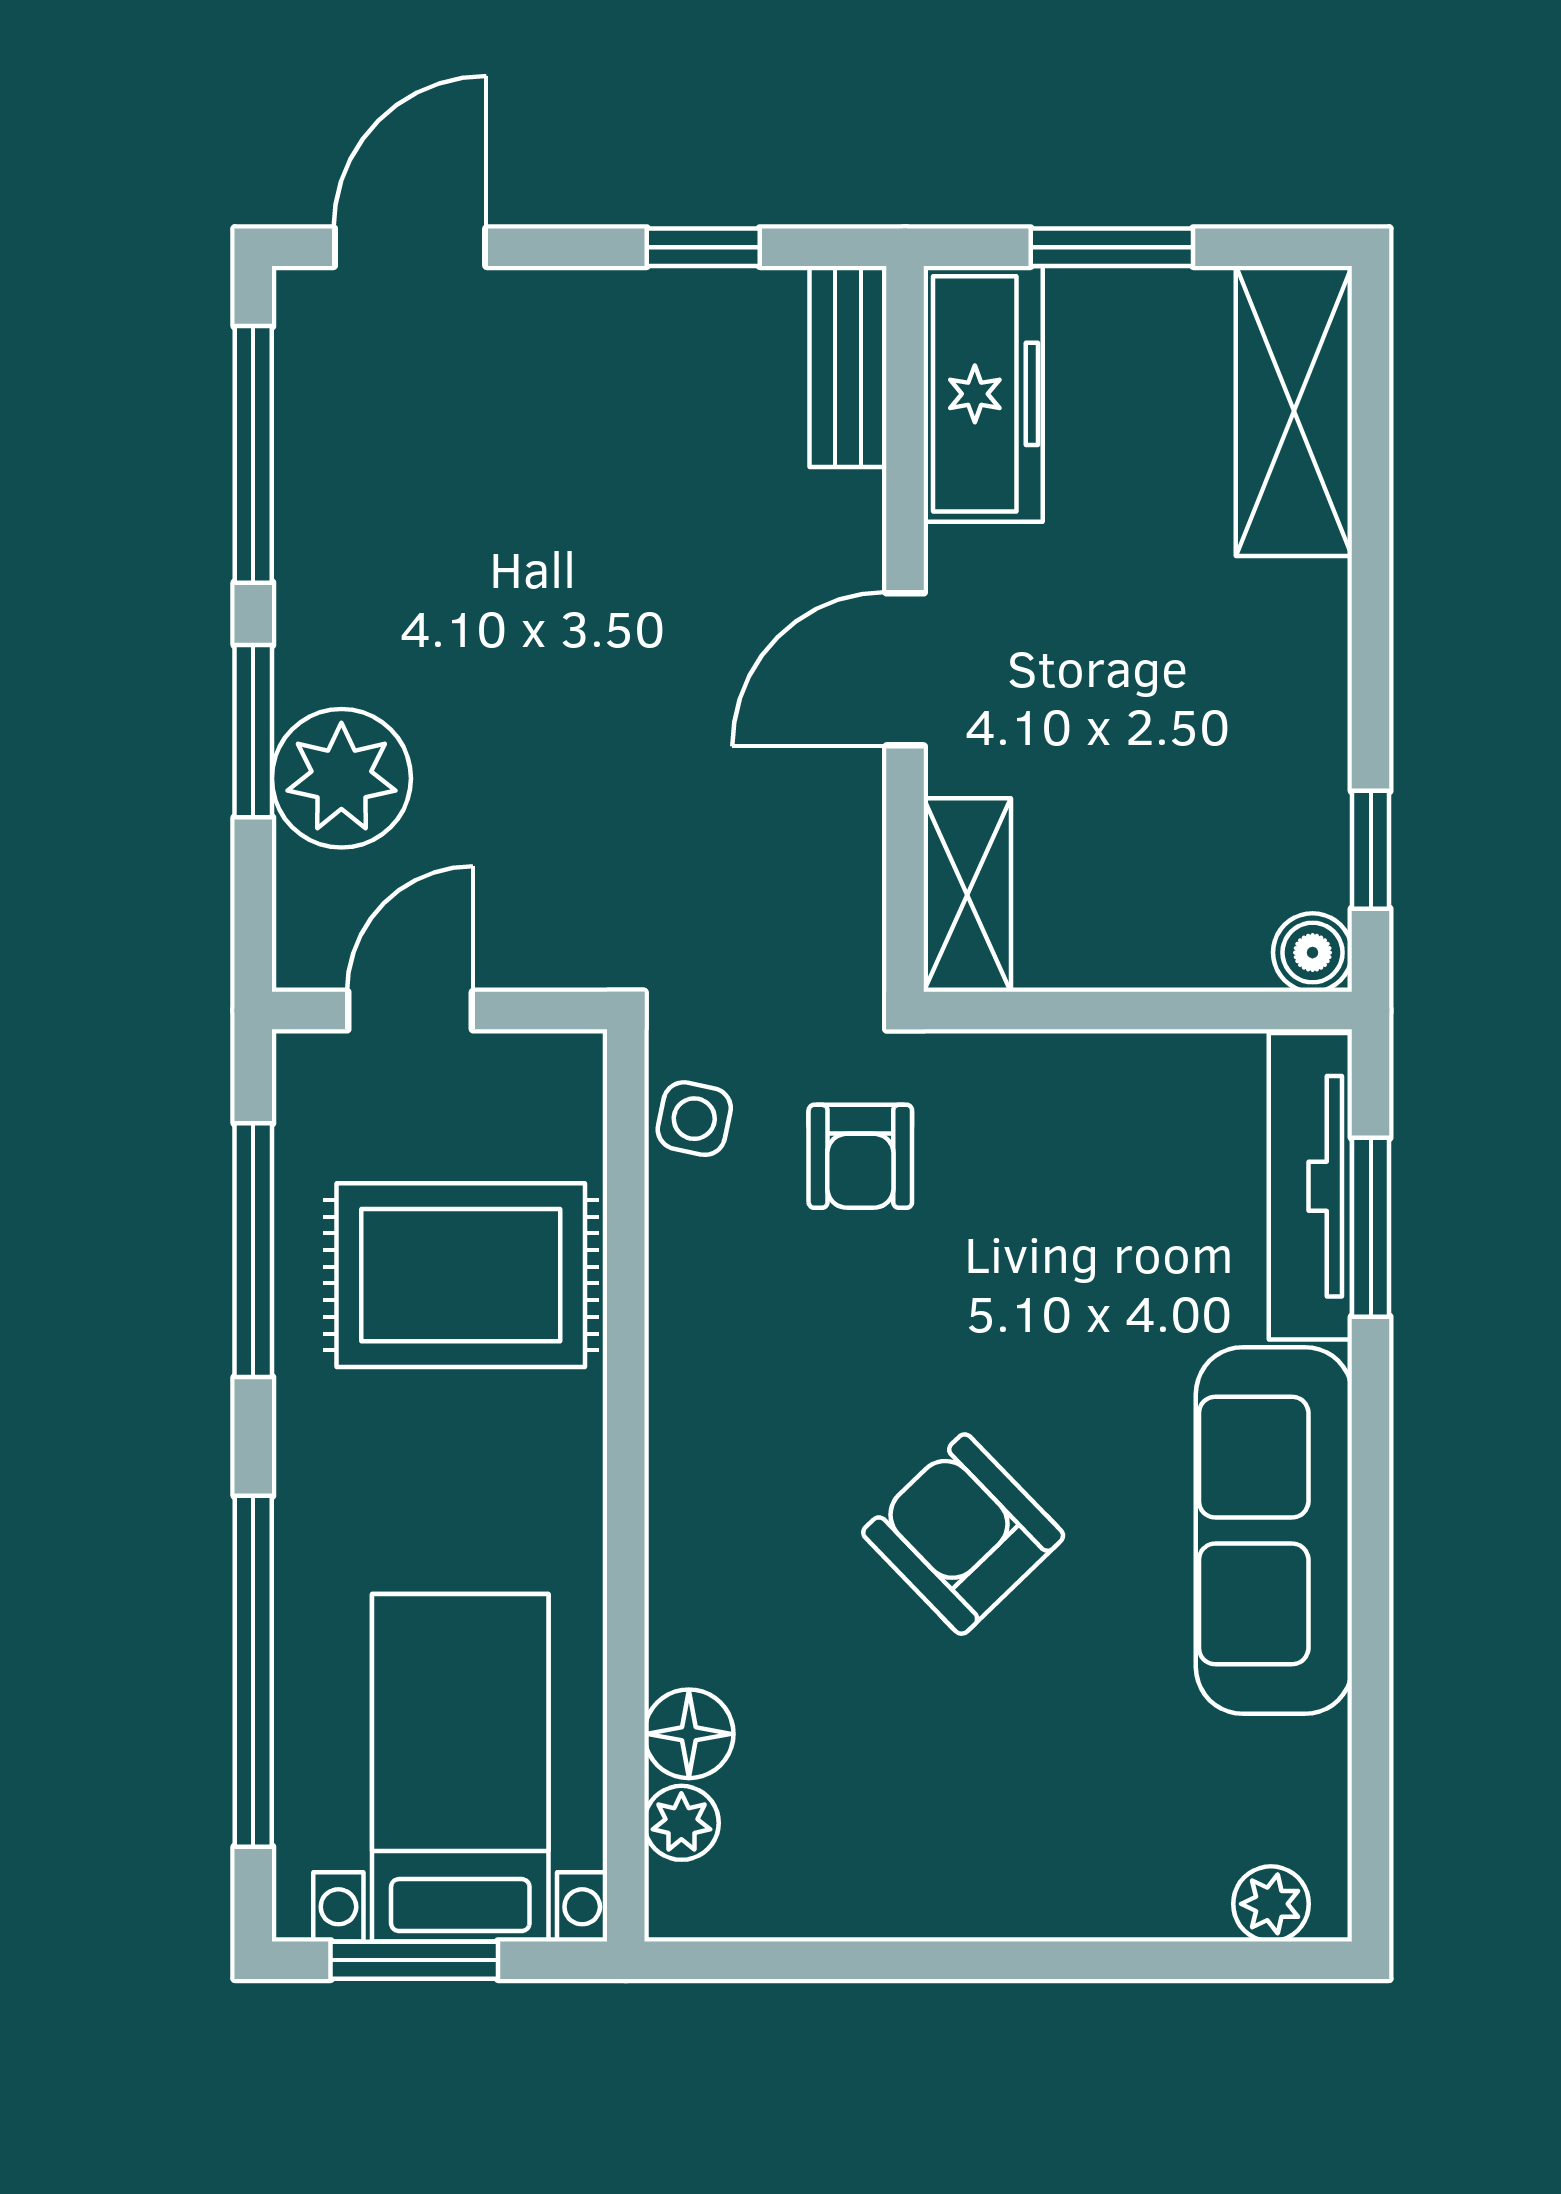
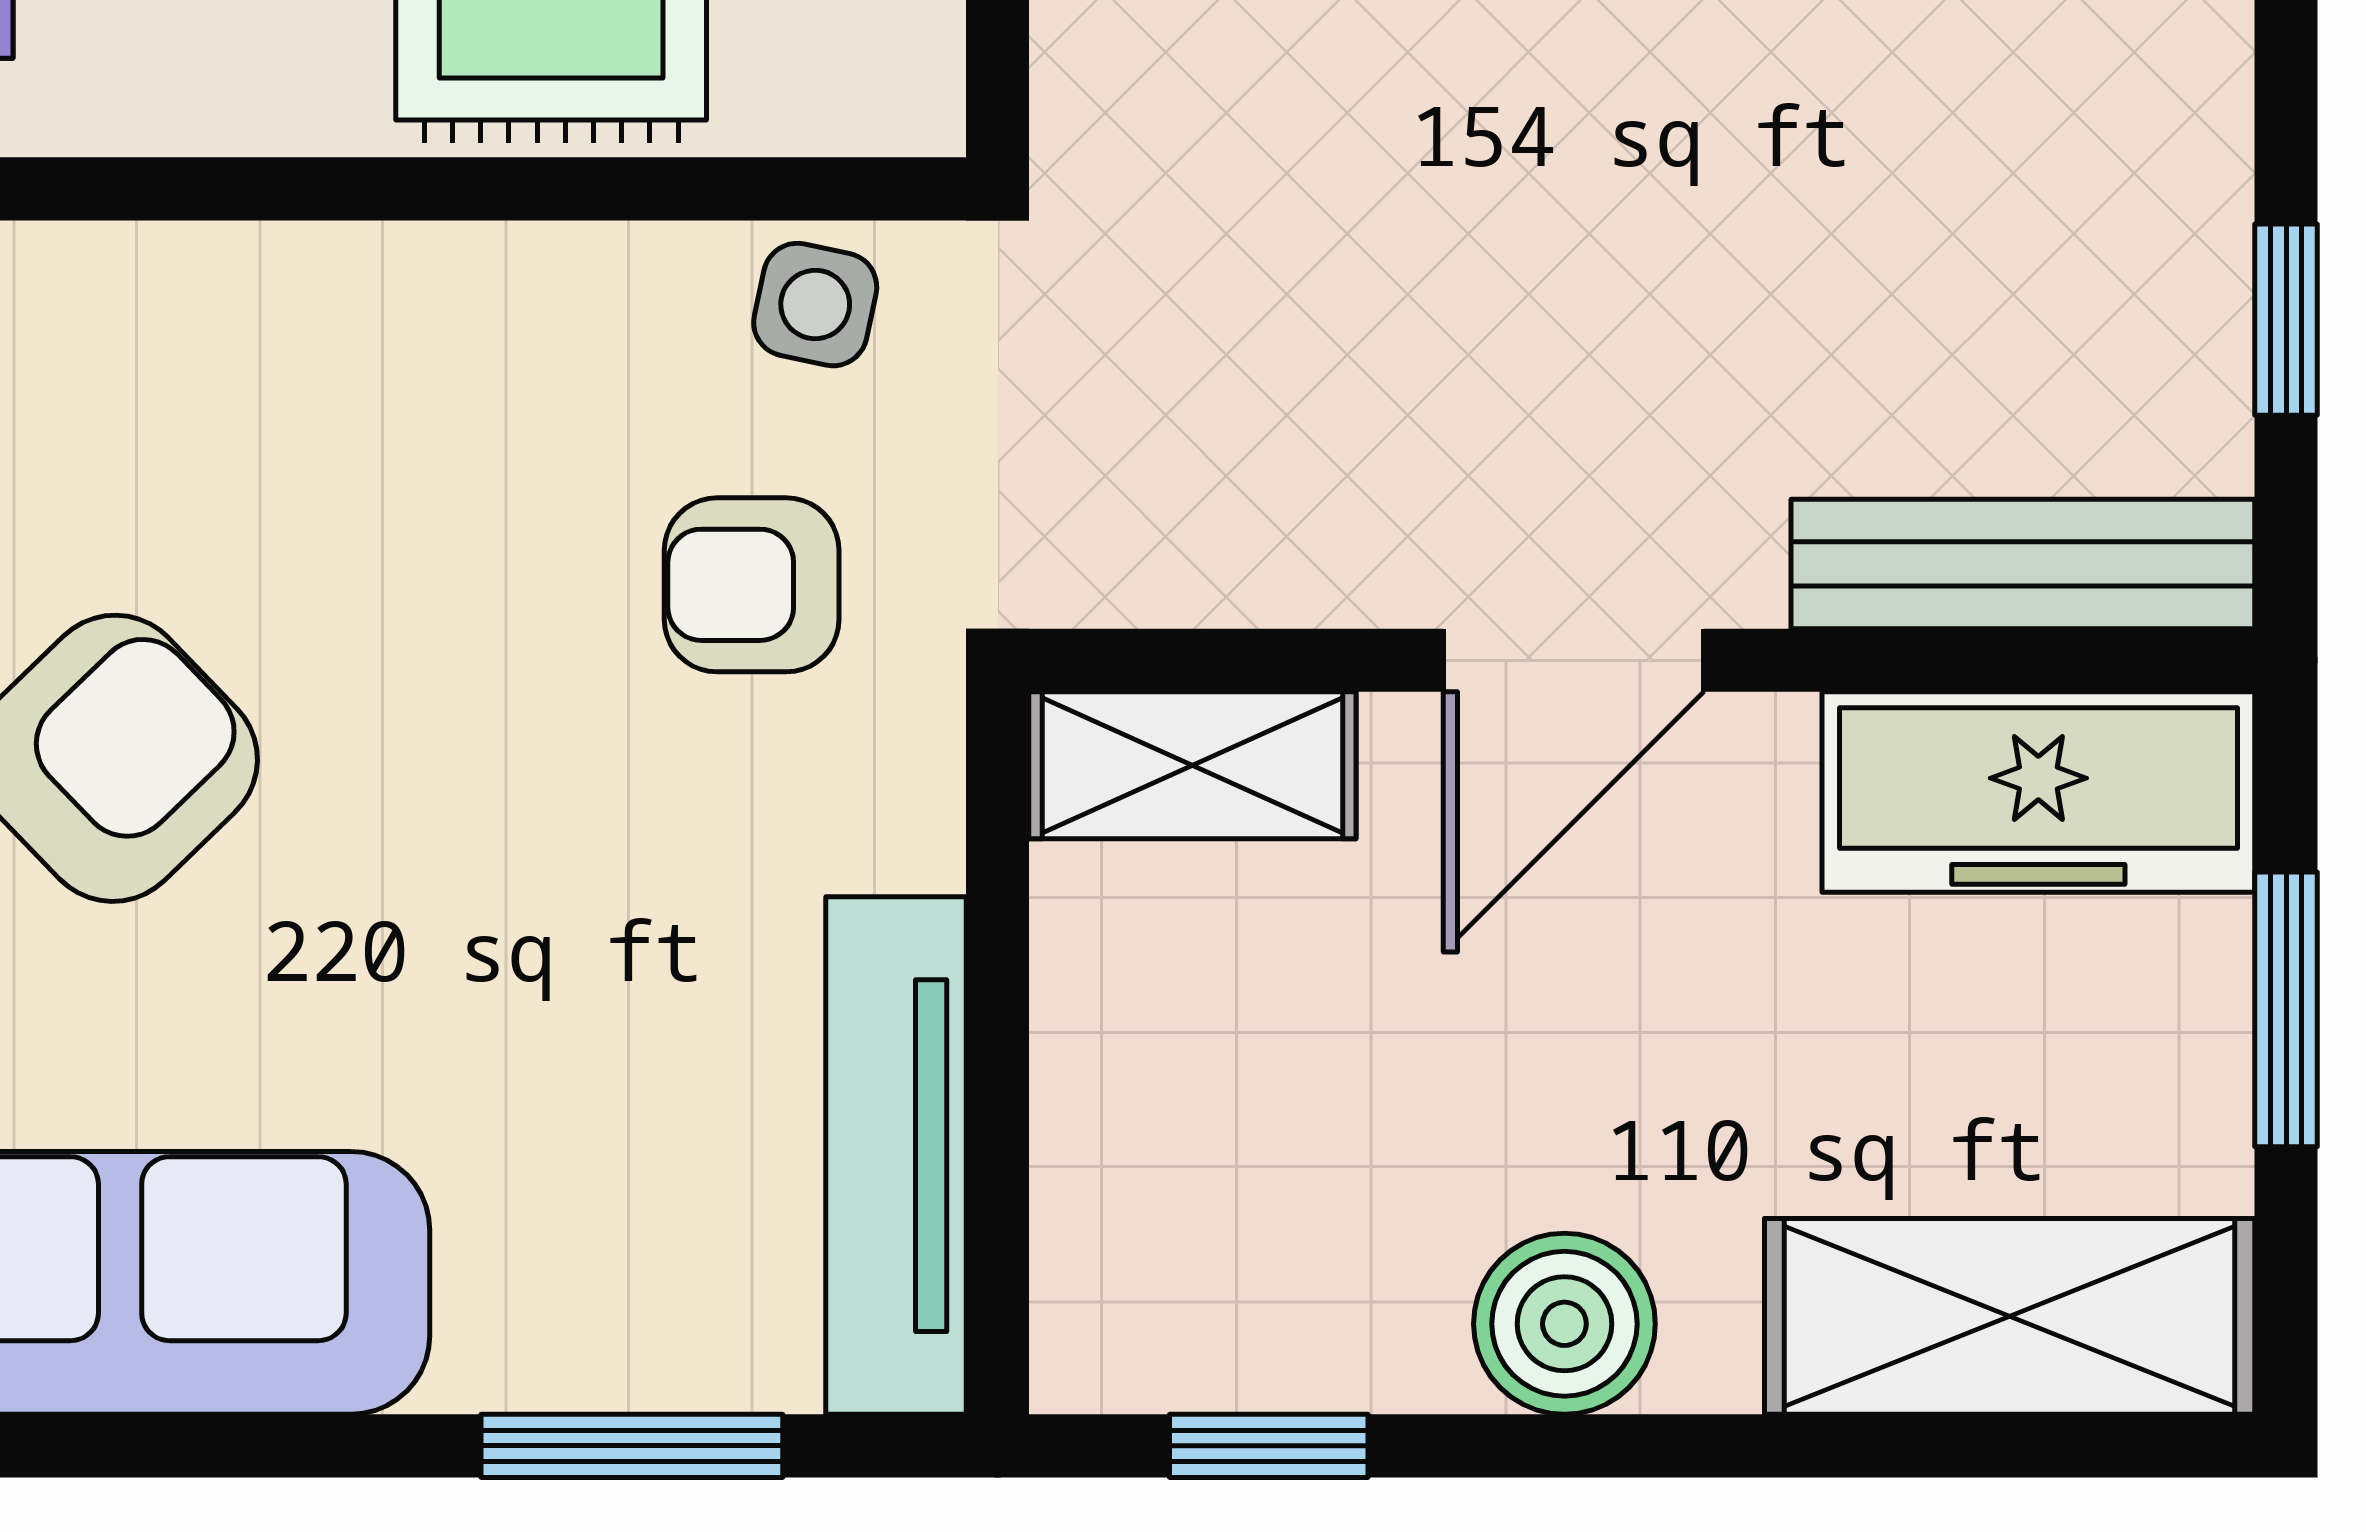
bench: (848, 366) -> (2023, 564), width x1.36
door: (905, 669) -> (1574, 660), swing flipped
boiler: (1313, 953) -> (1564, 1324), moved, width x1.36, depth x1.36
tv unit: (1310, 1186) -> (896, 1156), moved, turned -90

